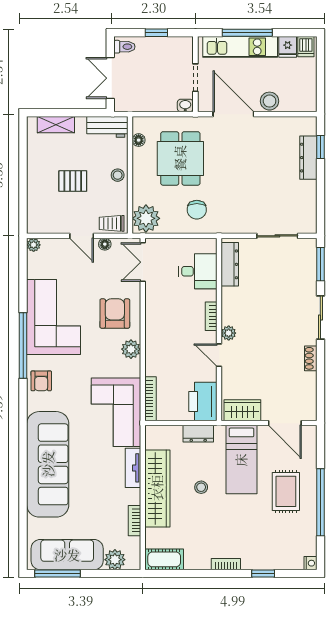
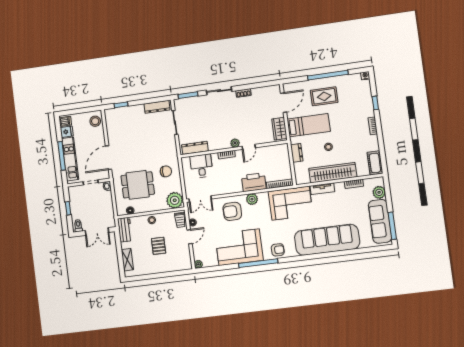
stool: (270, 101) -> (95, 121), moved
dresser: (308, 158) -> (157, 107), moved
printer: (203, 401) -> (254, 182), moved, turned 180

